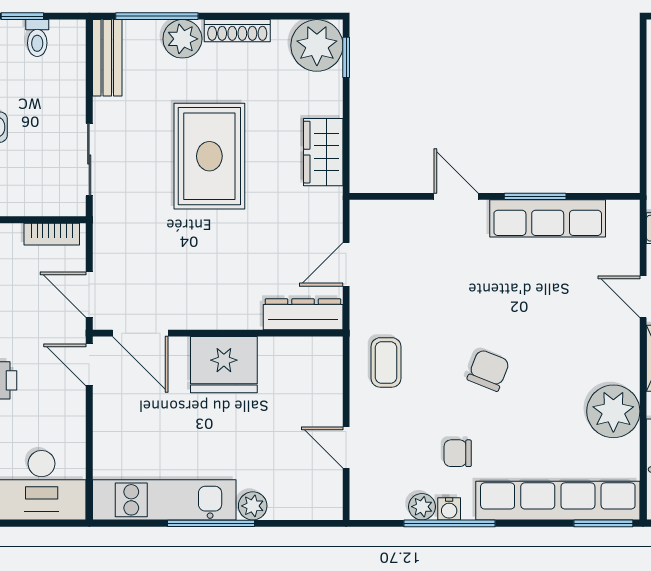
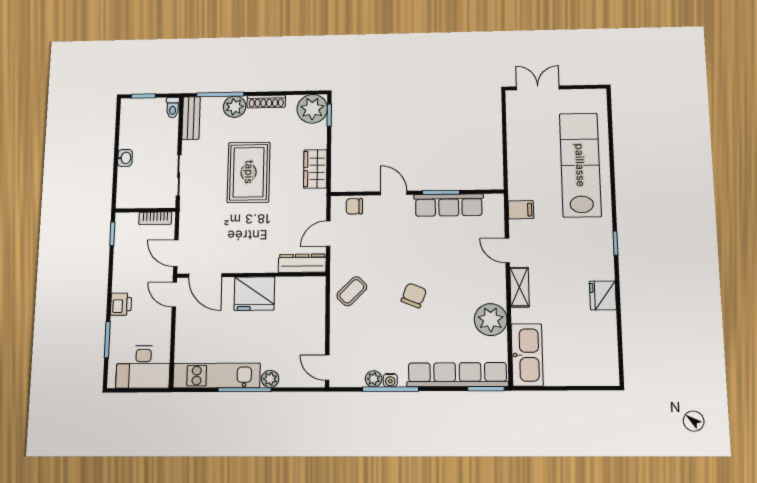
toilet: (37, 38) -> (173, 107), moved
coffee table: (386, 362) -> (352, 291), turned 45
door: (346, 447) -> (327, 368), moved
chair: (458, 453) -> (354, 206), moved

